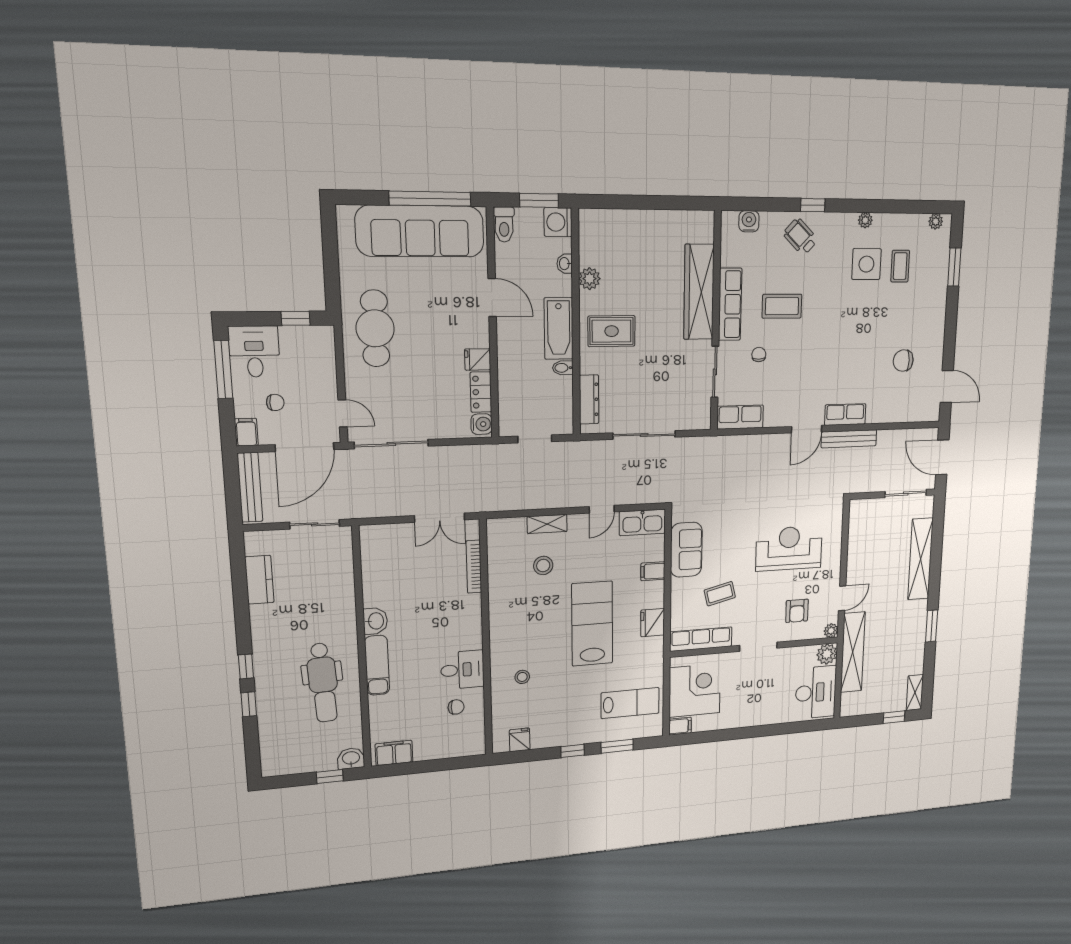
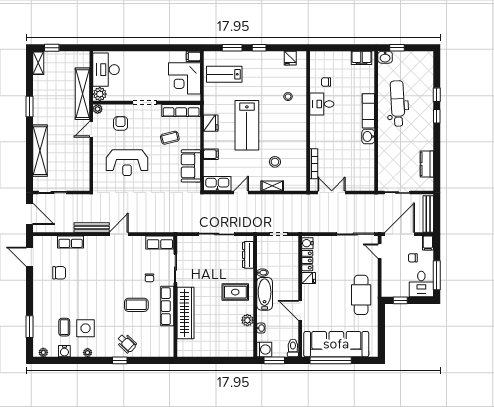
water cooler: (749, 221) -> (64, 351), moved
row of seats: (845, 415) -> (71, 242), moved

